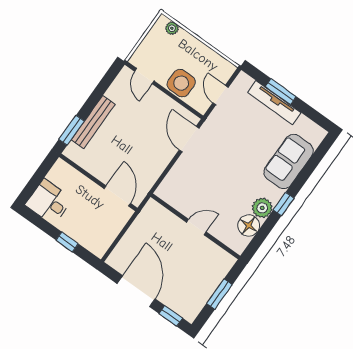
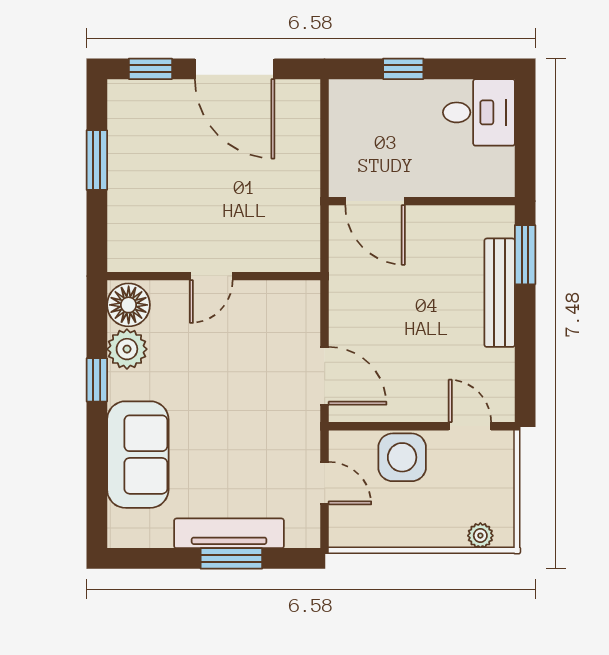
wall: (195, 226) -> (214, 276), moved
door: (196, 227) -> (211, 276), moved

